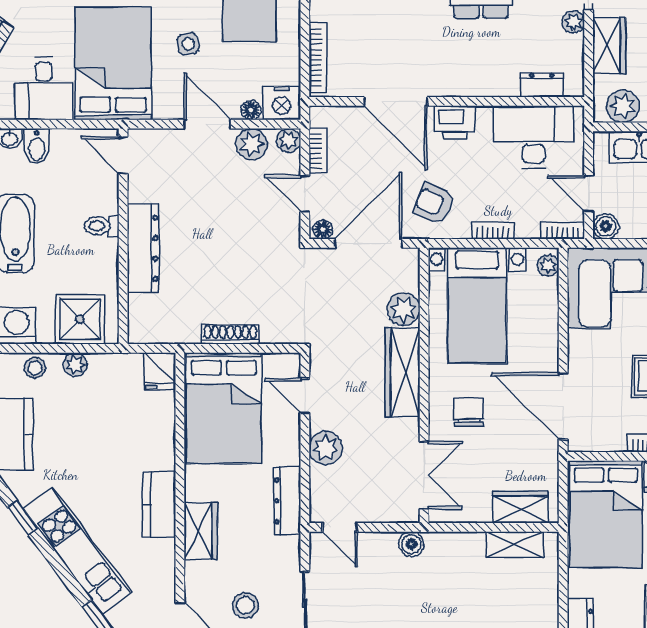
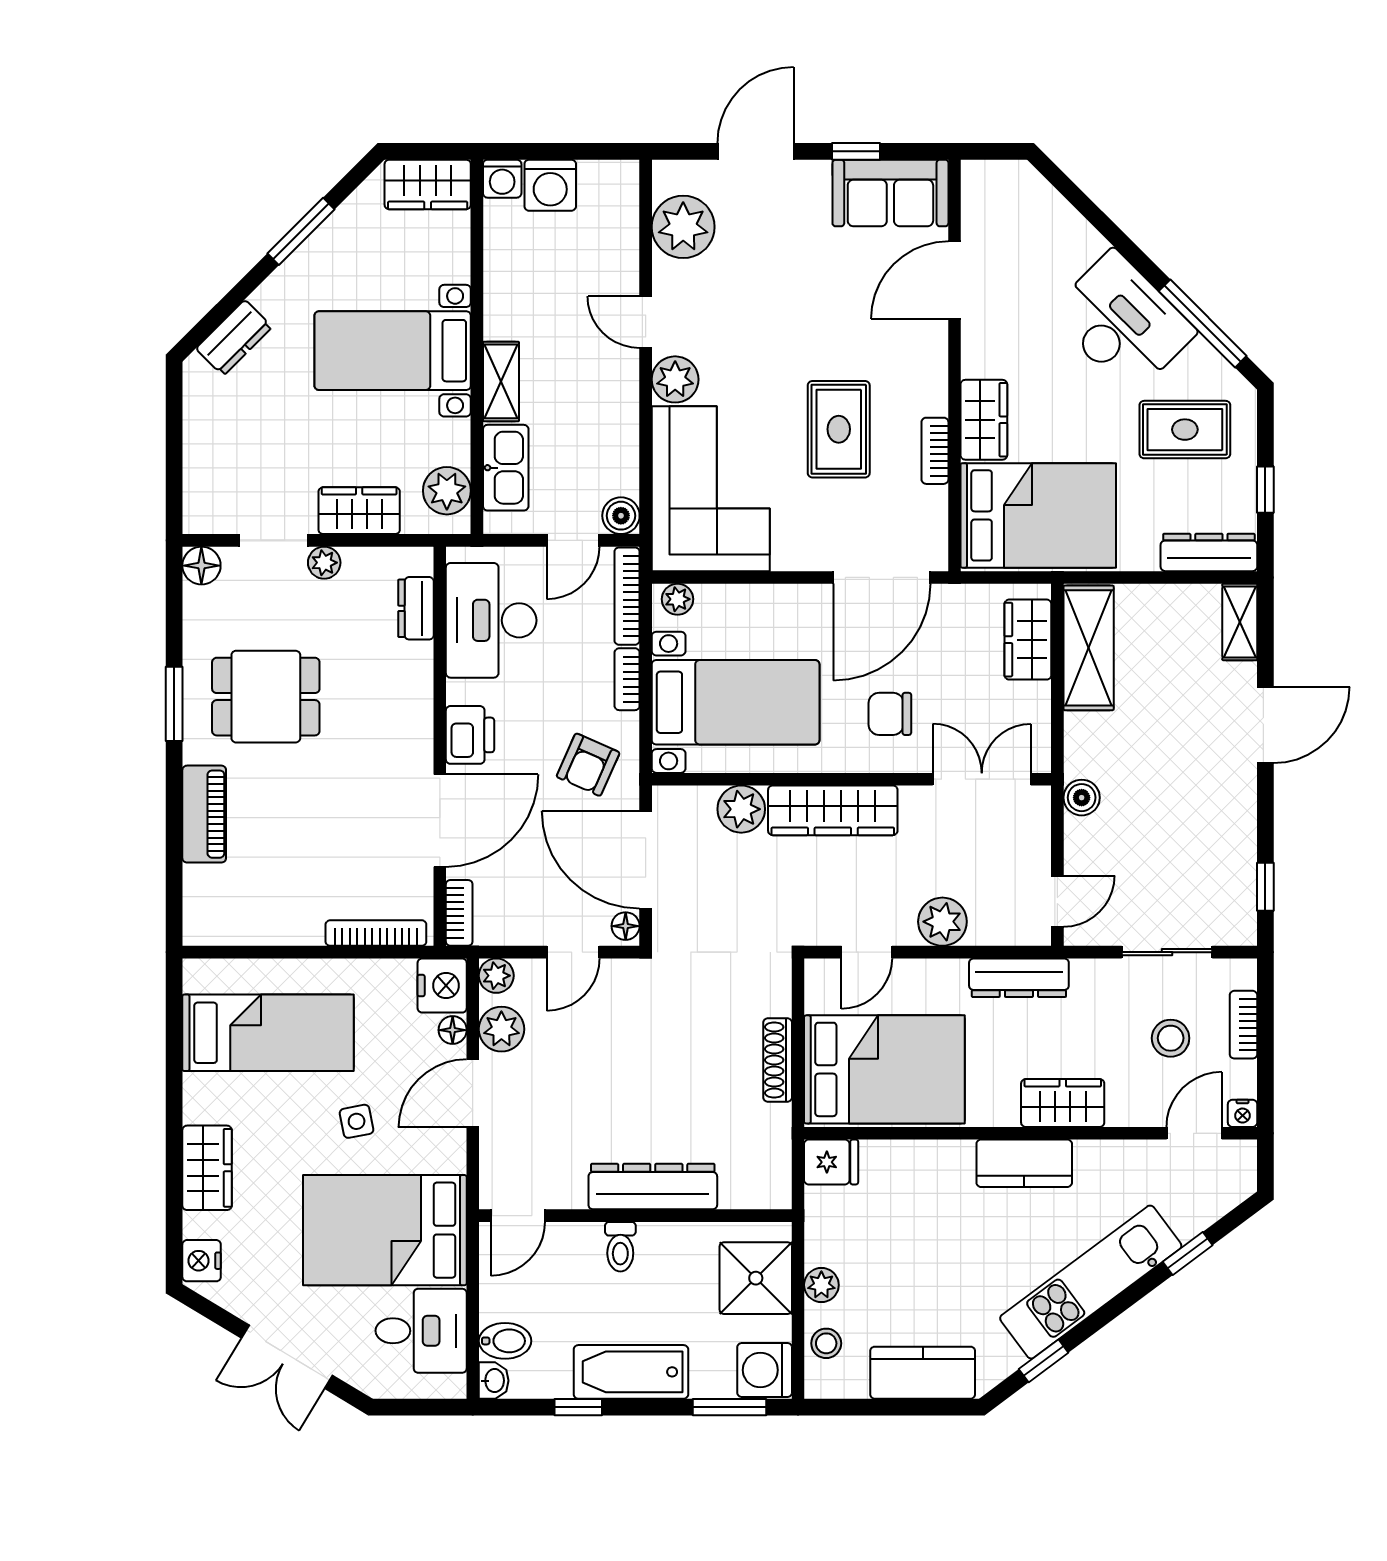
bookcase: (318, 151) -> (459, 913), moved, turned 90
bookcase: (562, 231) -> (627, 596), width x1.56
shelving: (515, 545) -> (1089, 648), width x1.50, depth x1.33

